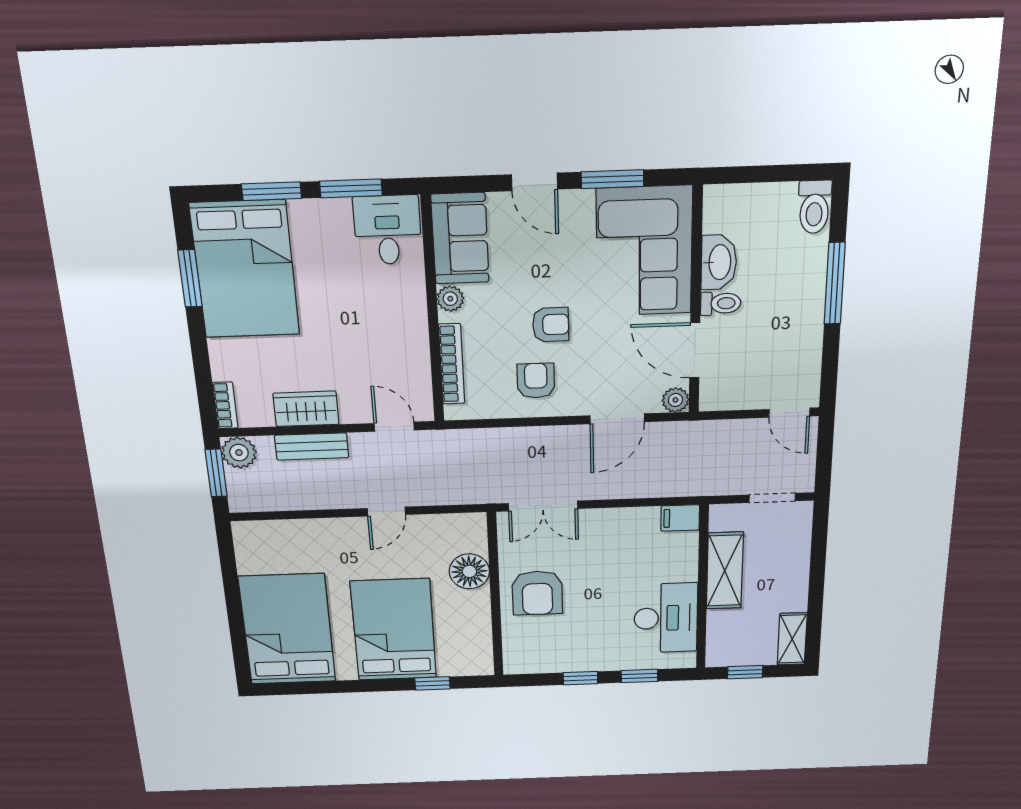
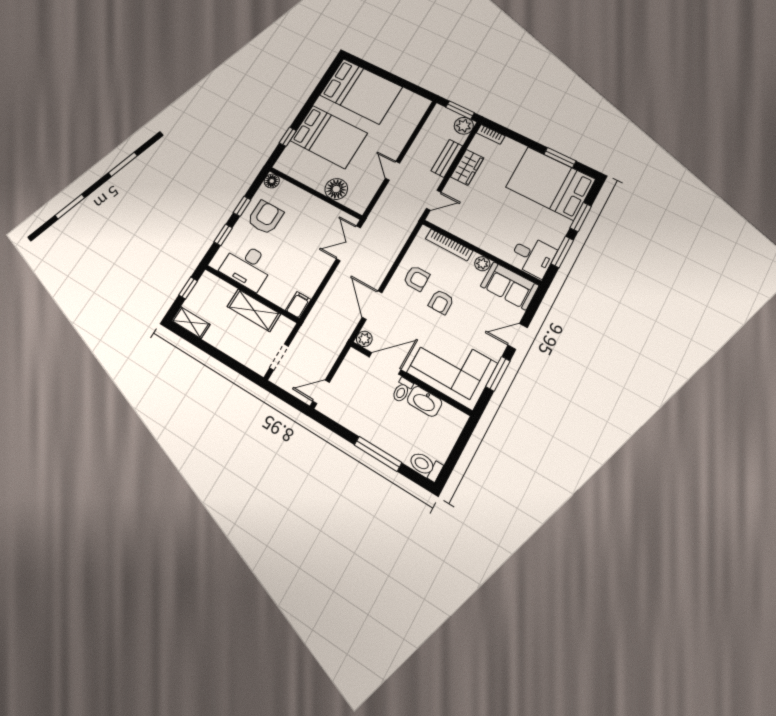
armchair: (537, 593) -> (265, 217), moved, turned 90
floor lamp: (516, 663) -> (272, 181), added

